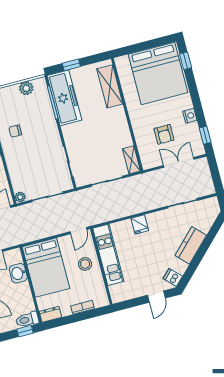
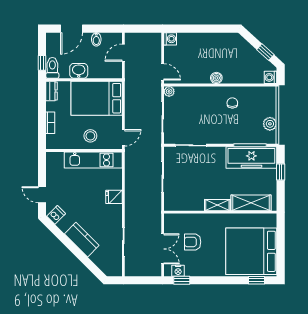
nightstand: (190, 116) -> (178, 271), moved
shelving: (131, 160) -> (217, 205), moved
door: (78, 231) -> (123, 138), swing flipped
washbasin: (18, 273) -> (79, 71), moved

